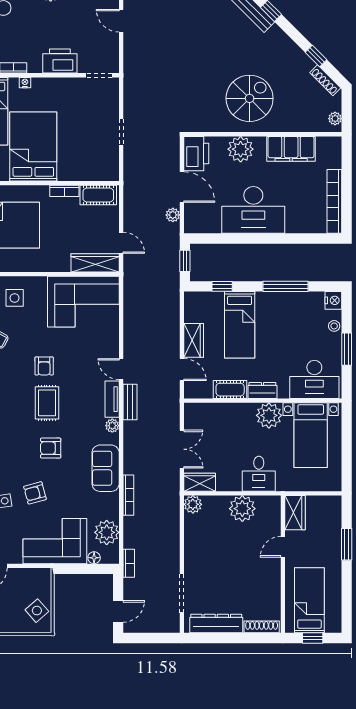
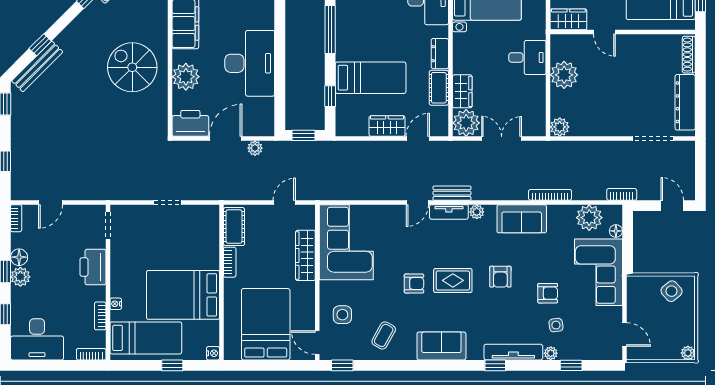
wardrobe: (95, 263) -> (305, 255), moved
plant: (269, 415) -> (466, 123), moved
wardrobe: (200, 482) -> (462, 91), moved, turned 180
armchair: (35, 493) -> (548, 293), turned -75

